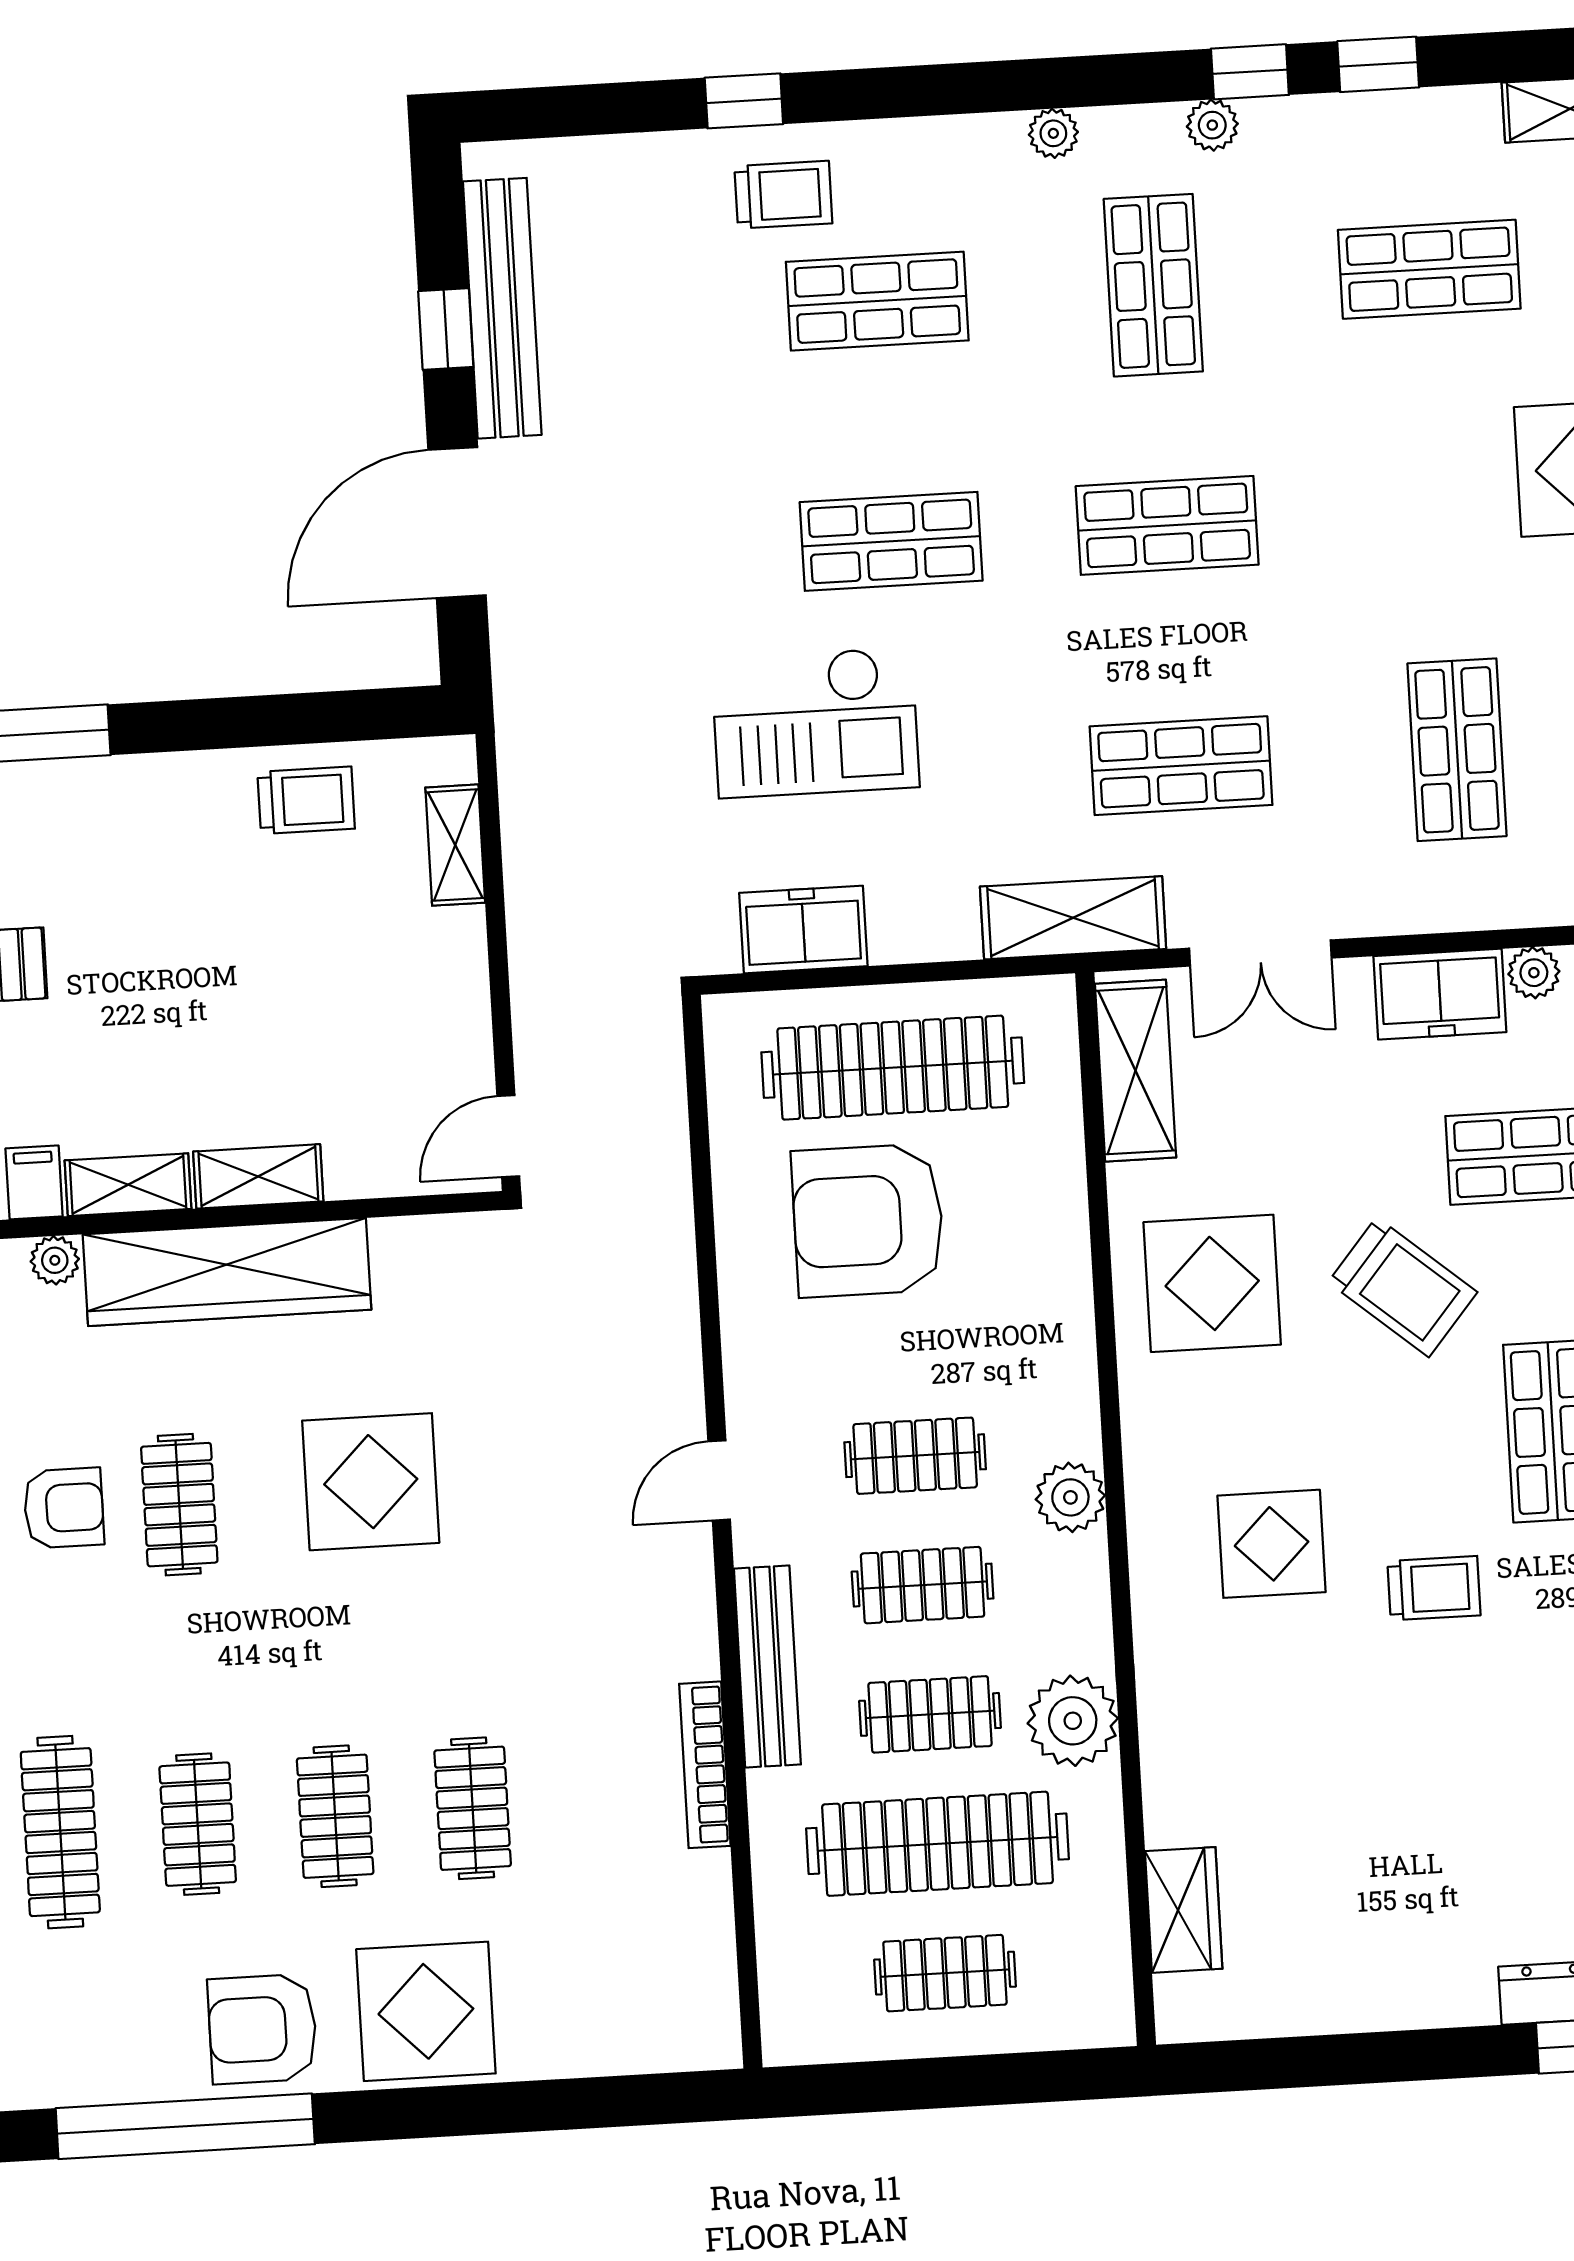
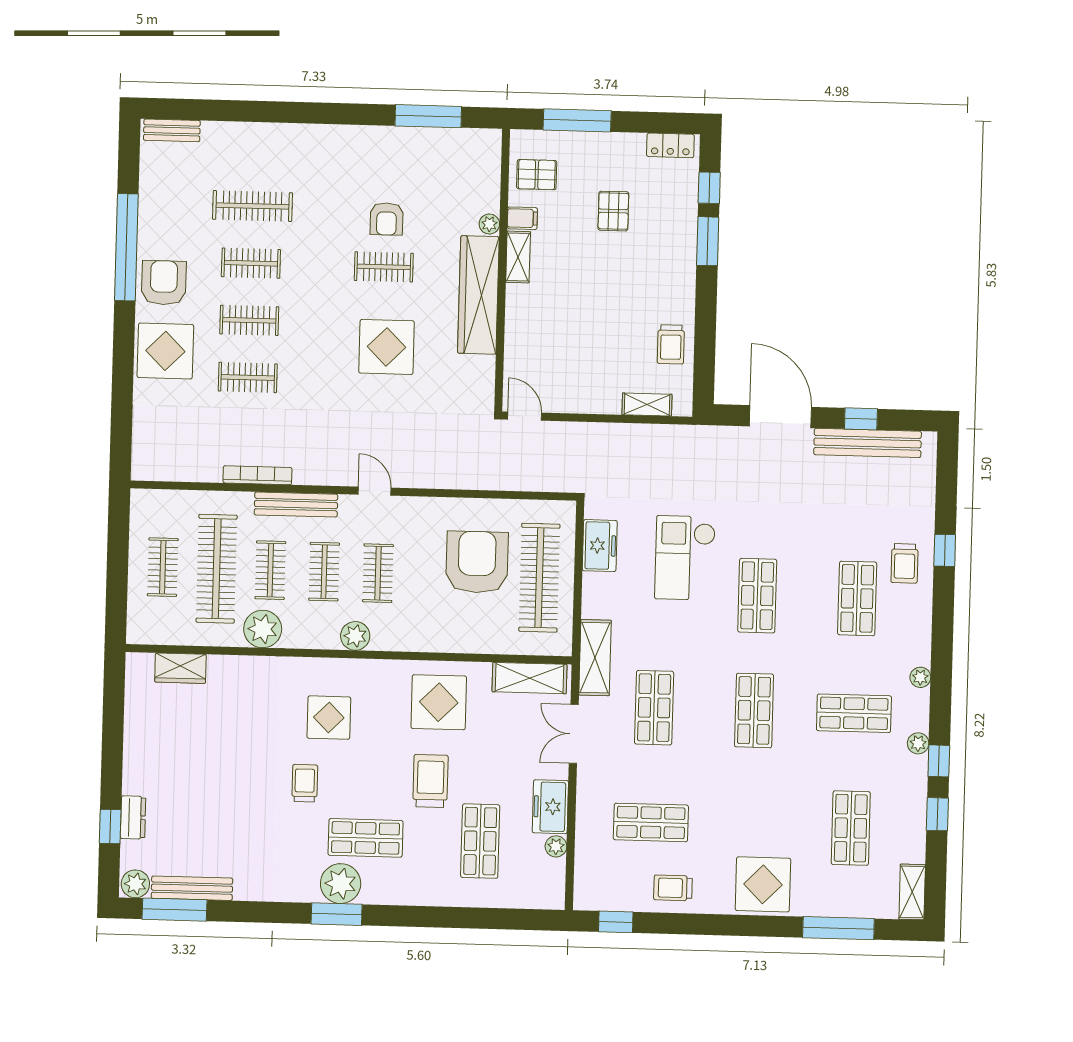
shelving: (258, 1176) -> (517, 311), removed
trolley: (1403, 1287) -> (430, 781), turned 140
trolley: (1434, 1588) -> (305, 783), turned 180

